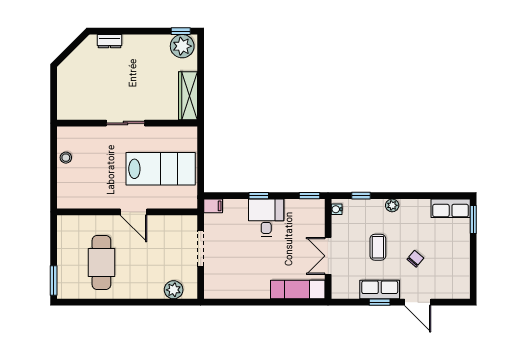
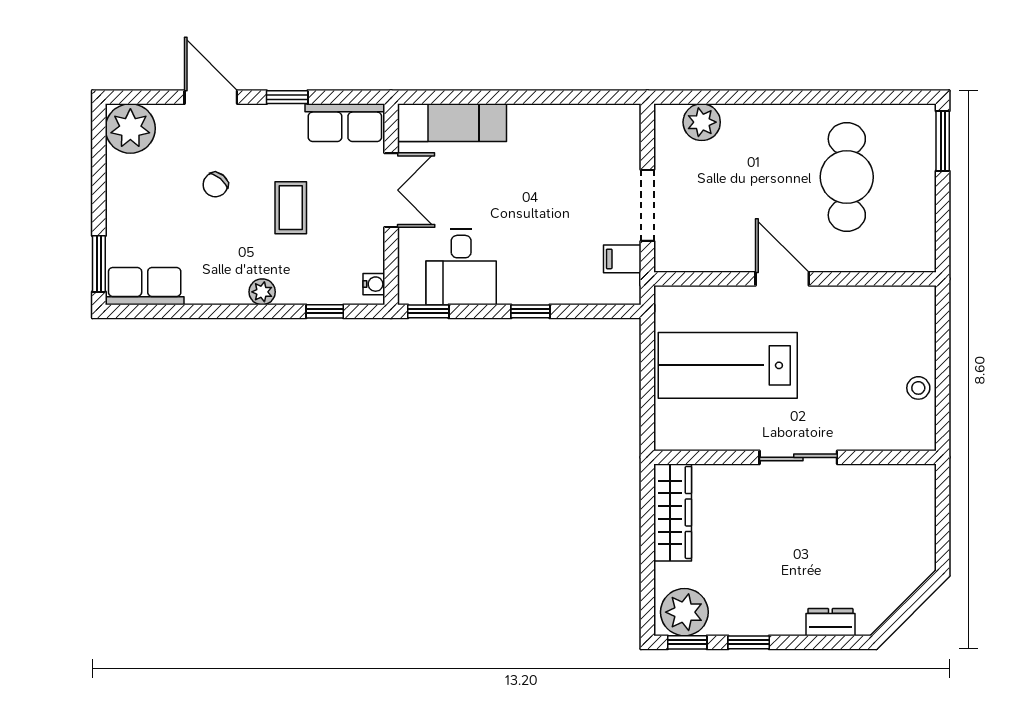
window: (150, 31) -> (749, 642), added
filing cabinet: (213, 206) -> (622, 259), moved
desk: (266, 218) -> (461, 267), moved
plant: (458, 287) -> (130, 128), added
row of seats: (380, 290) -> (345, 123), moved

